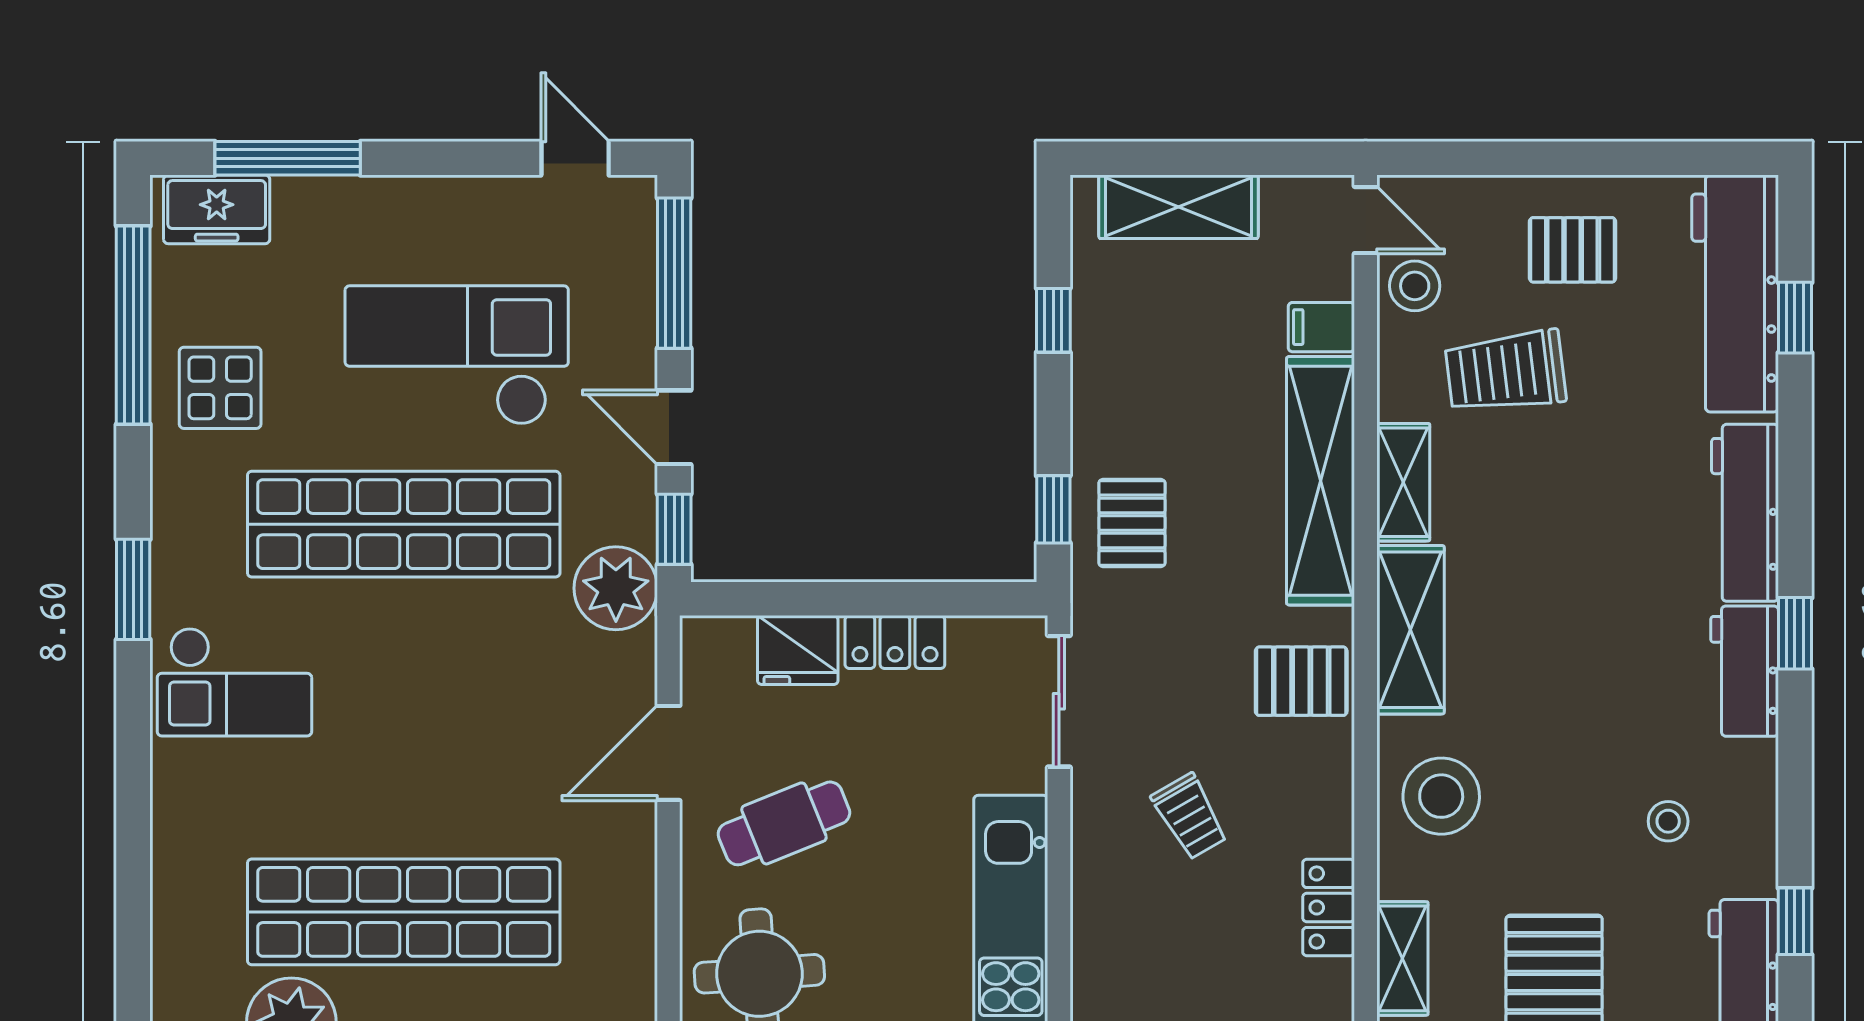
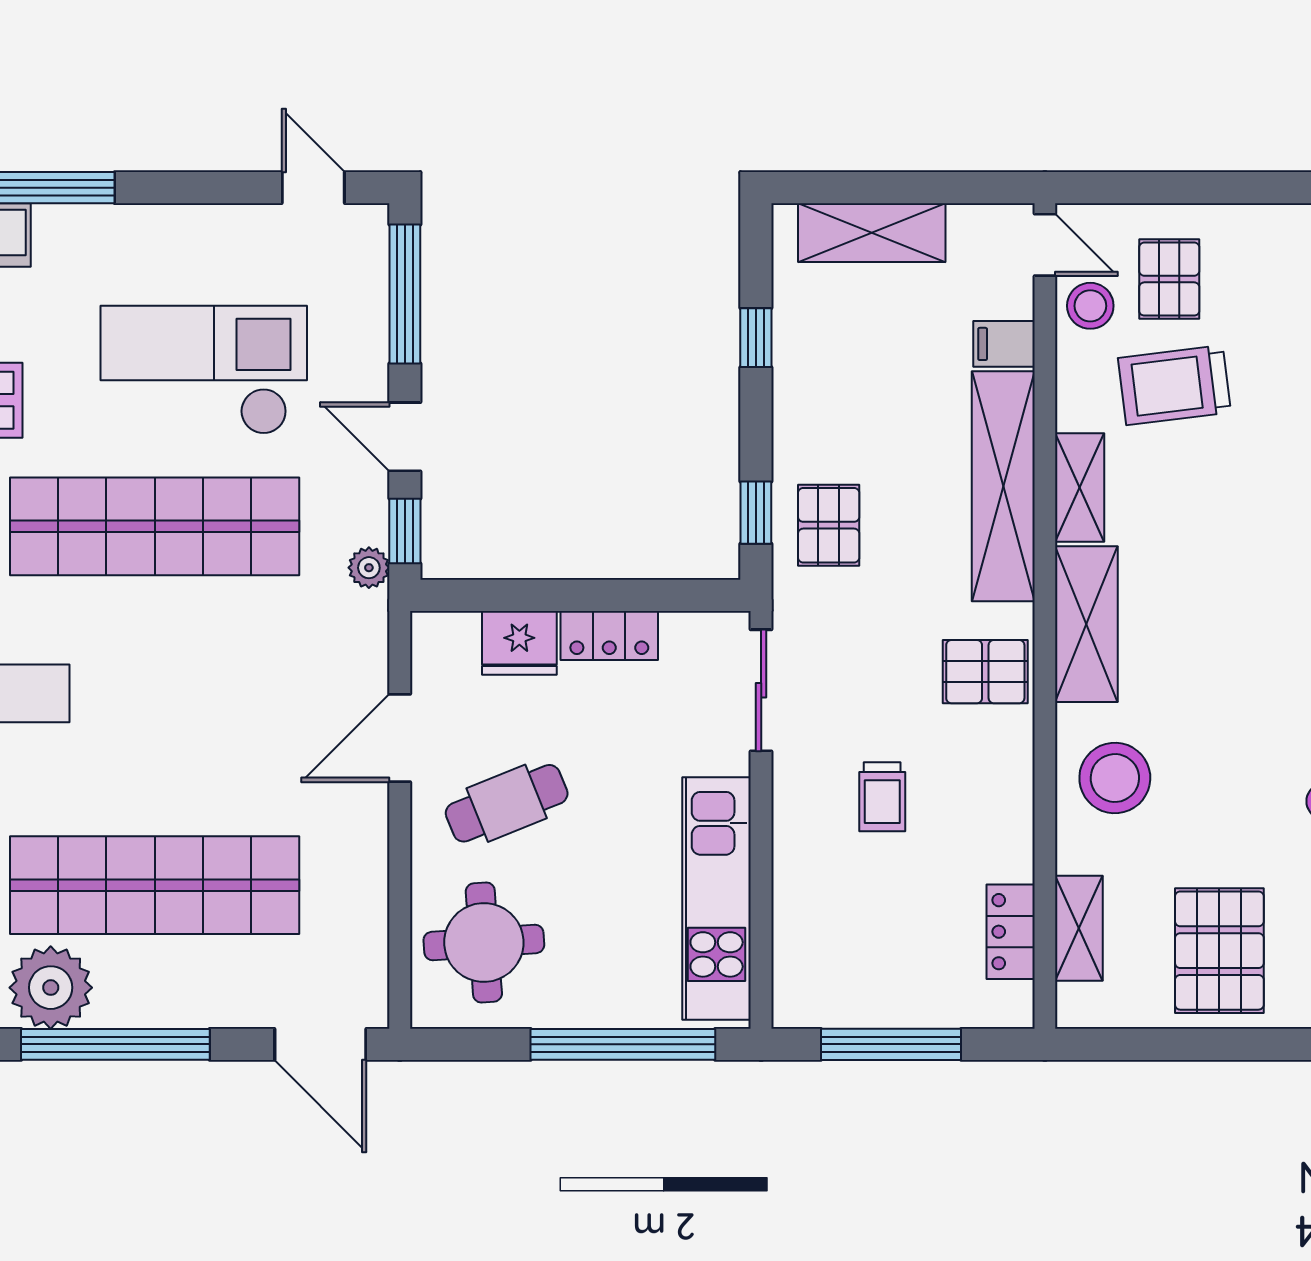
pallet: (1573, 250) -> (1169, 279), moved, turned 90
plant: (616, 588) -> (369, 568), width x0.53, depth x0.53
trolley: (1190, 816) -> (882, 797), turned 30
locker: (1329, 908) -> (1011, 932), moved

